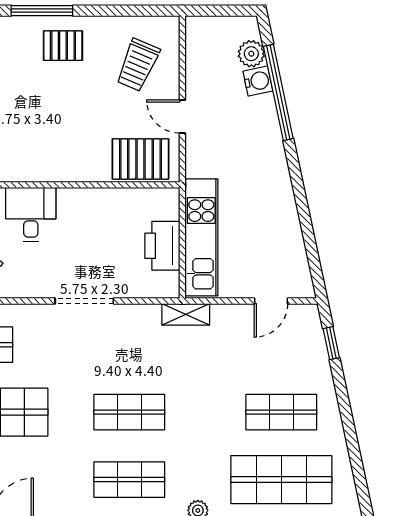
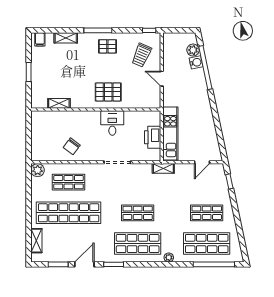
window: (155, 11) -> (149, 30), added
pallet: (140, 159) -> (108, 92), moved
desk: (31, 214) -> (112, 123), moved
shop shelf: (129, 480) -> (138, 243), width x1.43, depth x1.36

